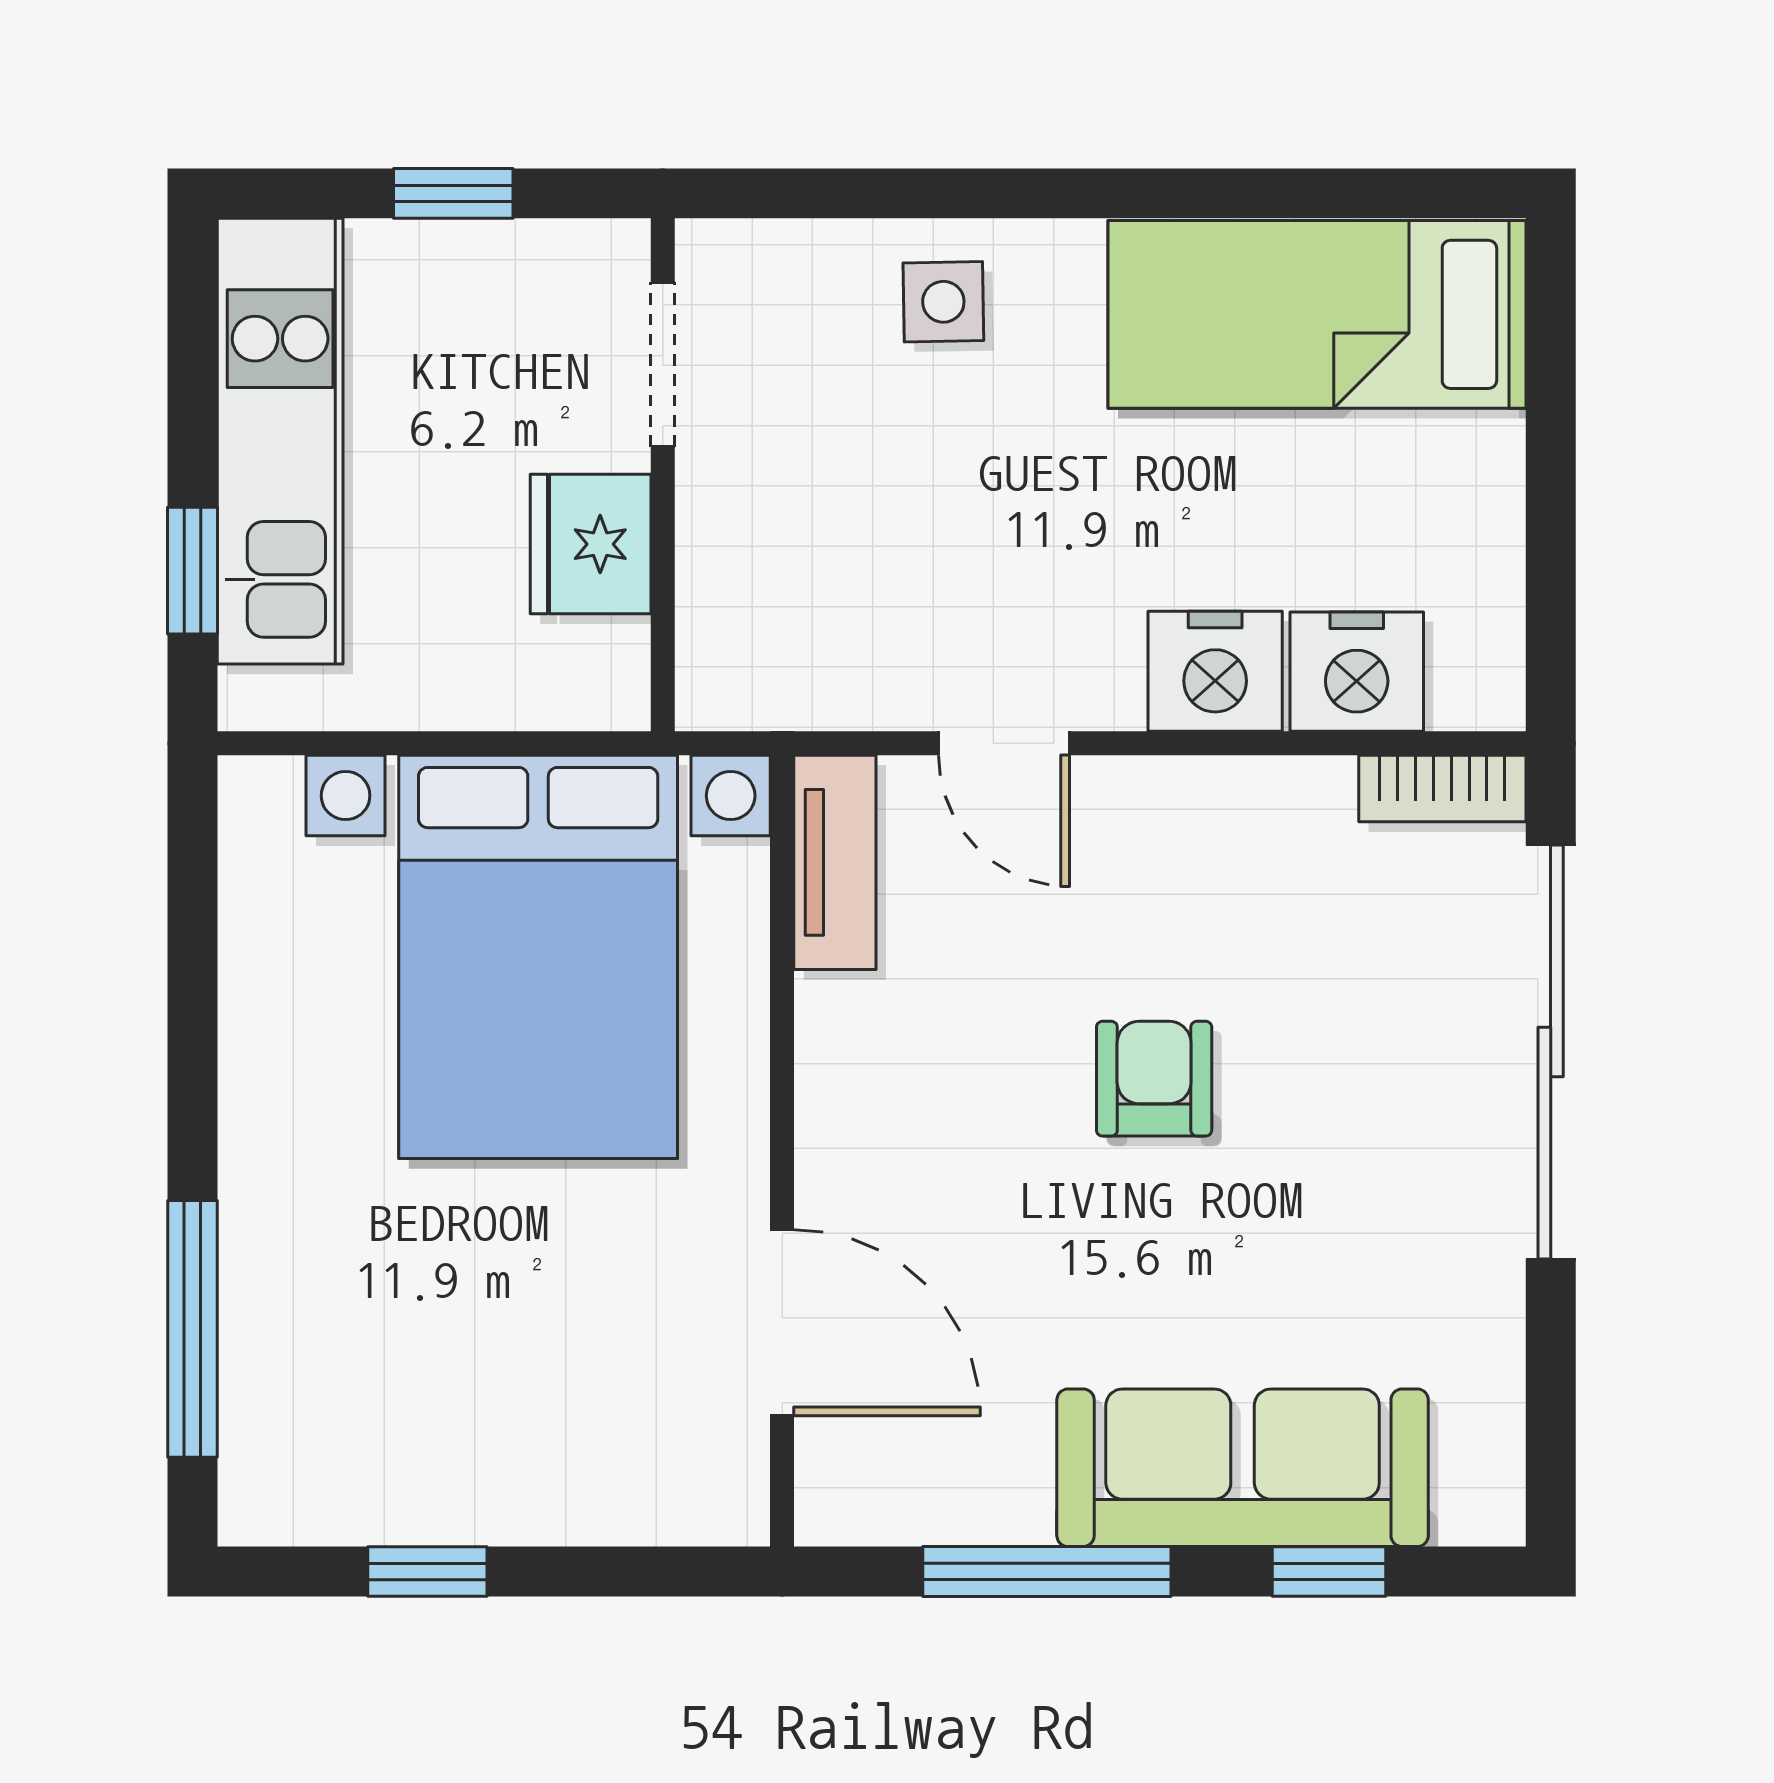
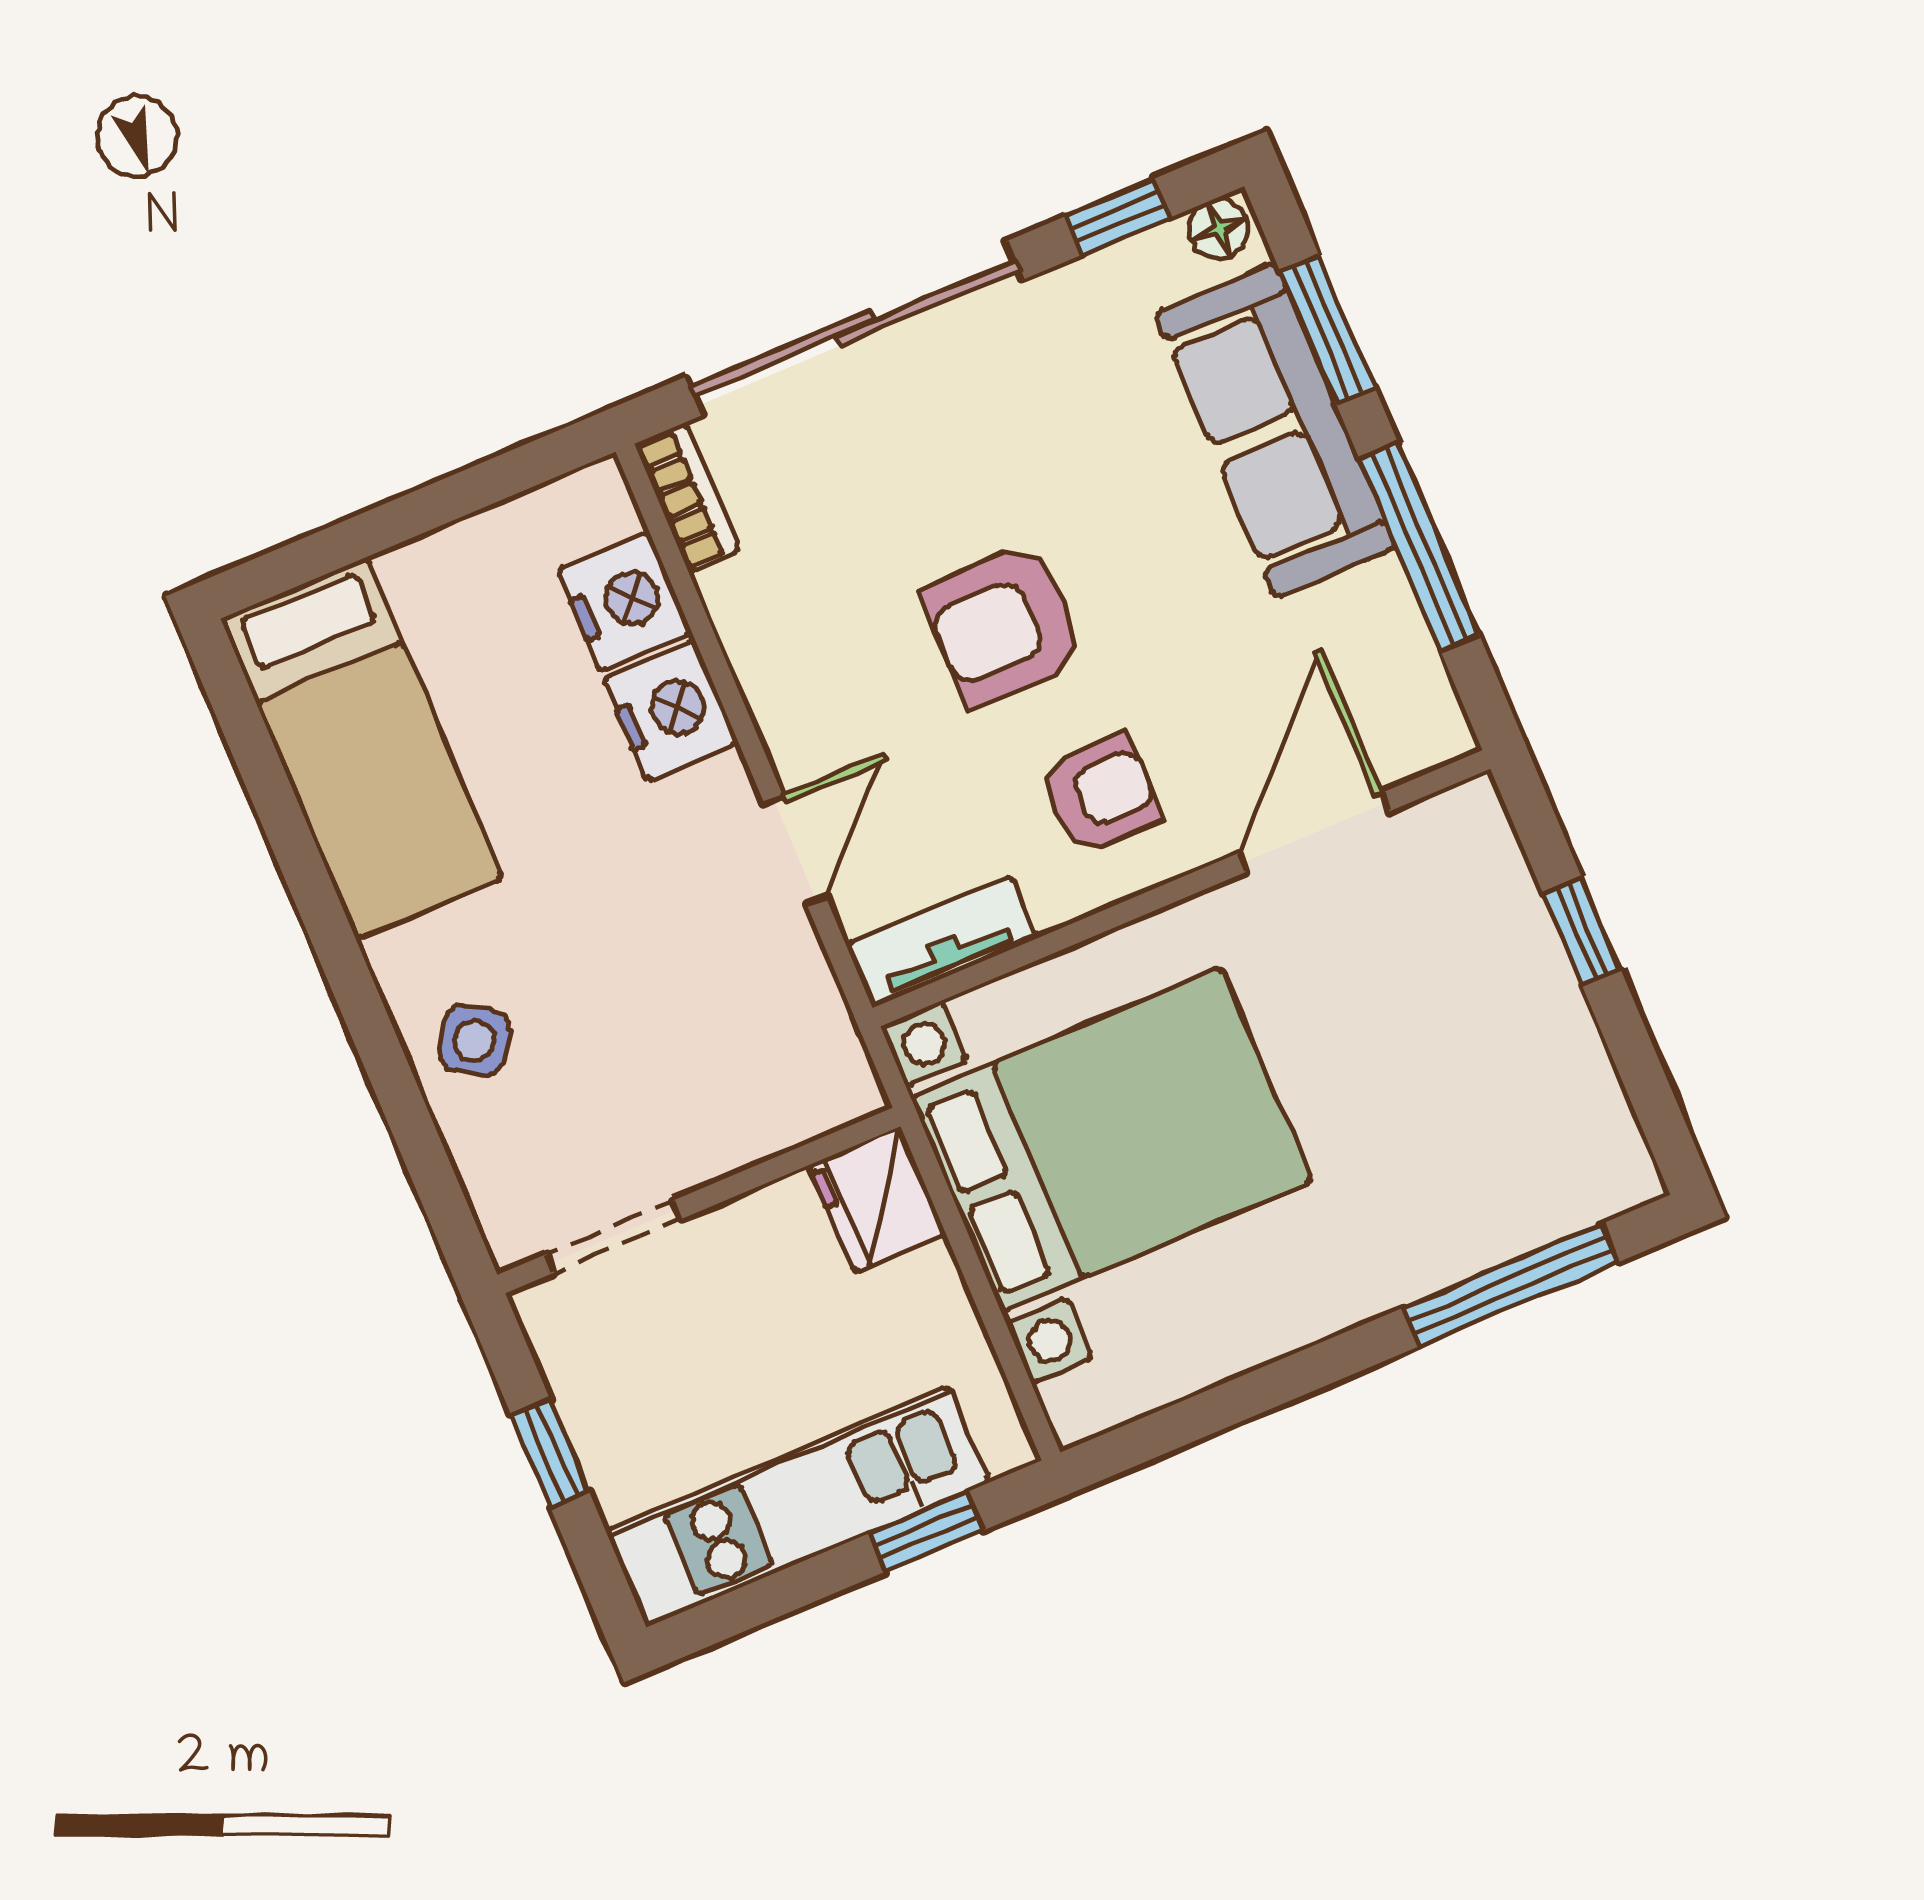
side table: (943, 302) -> (474, 1040), turned 32
fridge: (591, 544) -> (877, 1200), moved, turned 90
armchair: (1154, 1079) -> (1005, 625), width x1.38, depth x1.38
armchair: (924, 1106) -> (1101, 794), added
window: (1551, 1393) -> (1117, 217), added
floor lamp: (1490, 1499) -> (1219, 229), added
window: (427, 1571) -> (1582, 932), moved
window: (1329, 1571) -> (1328, 330), width x1.50

